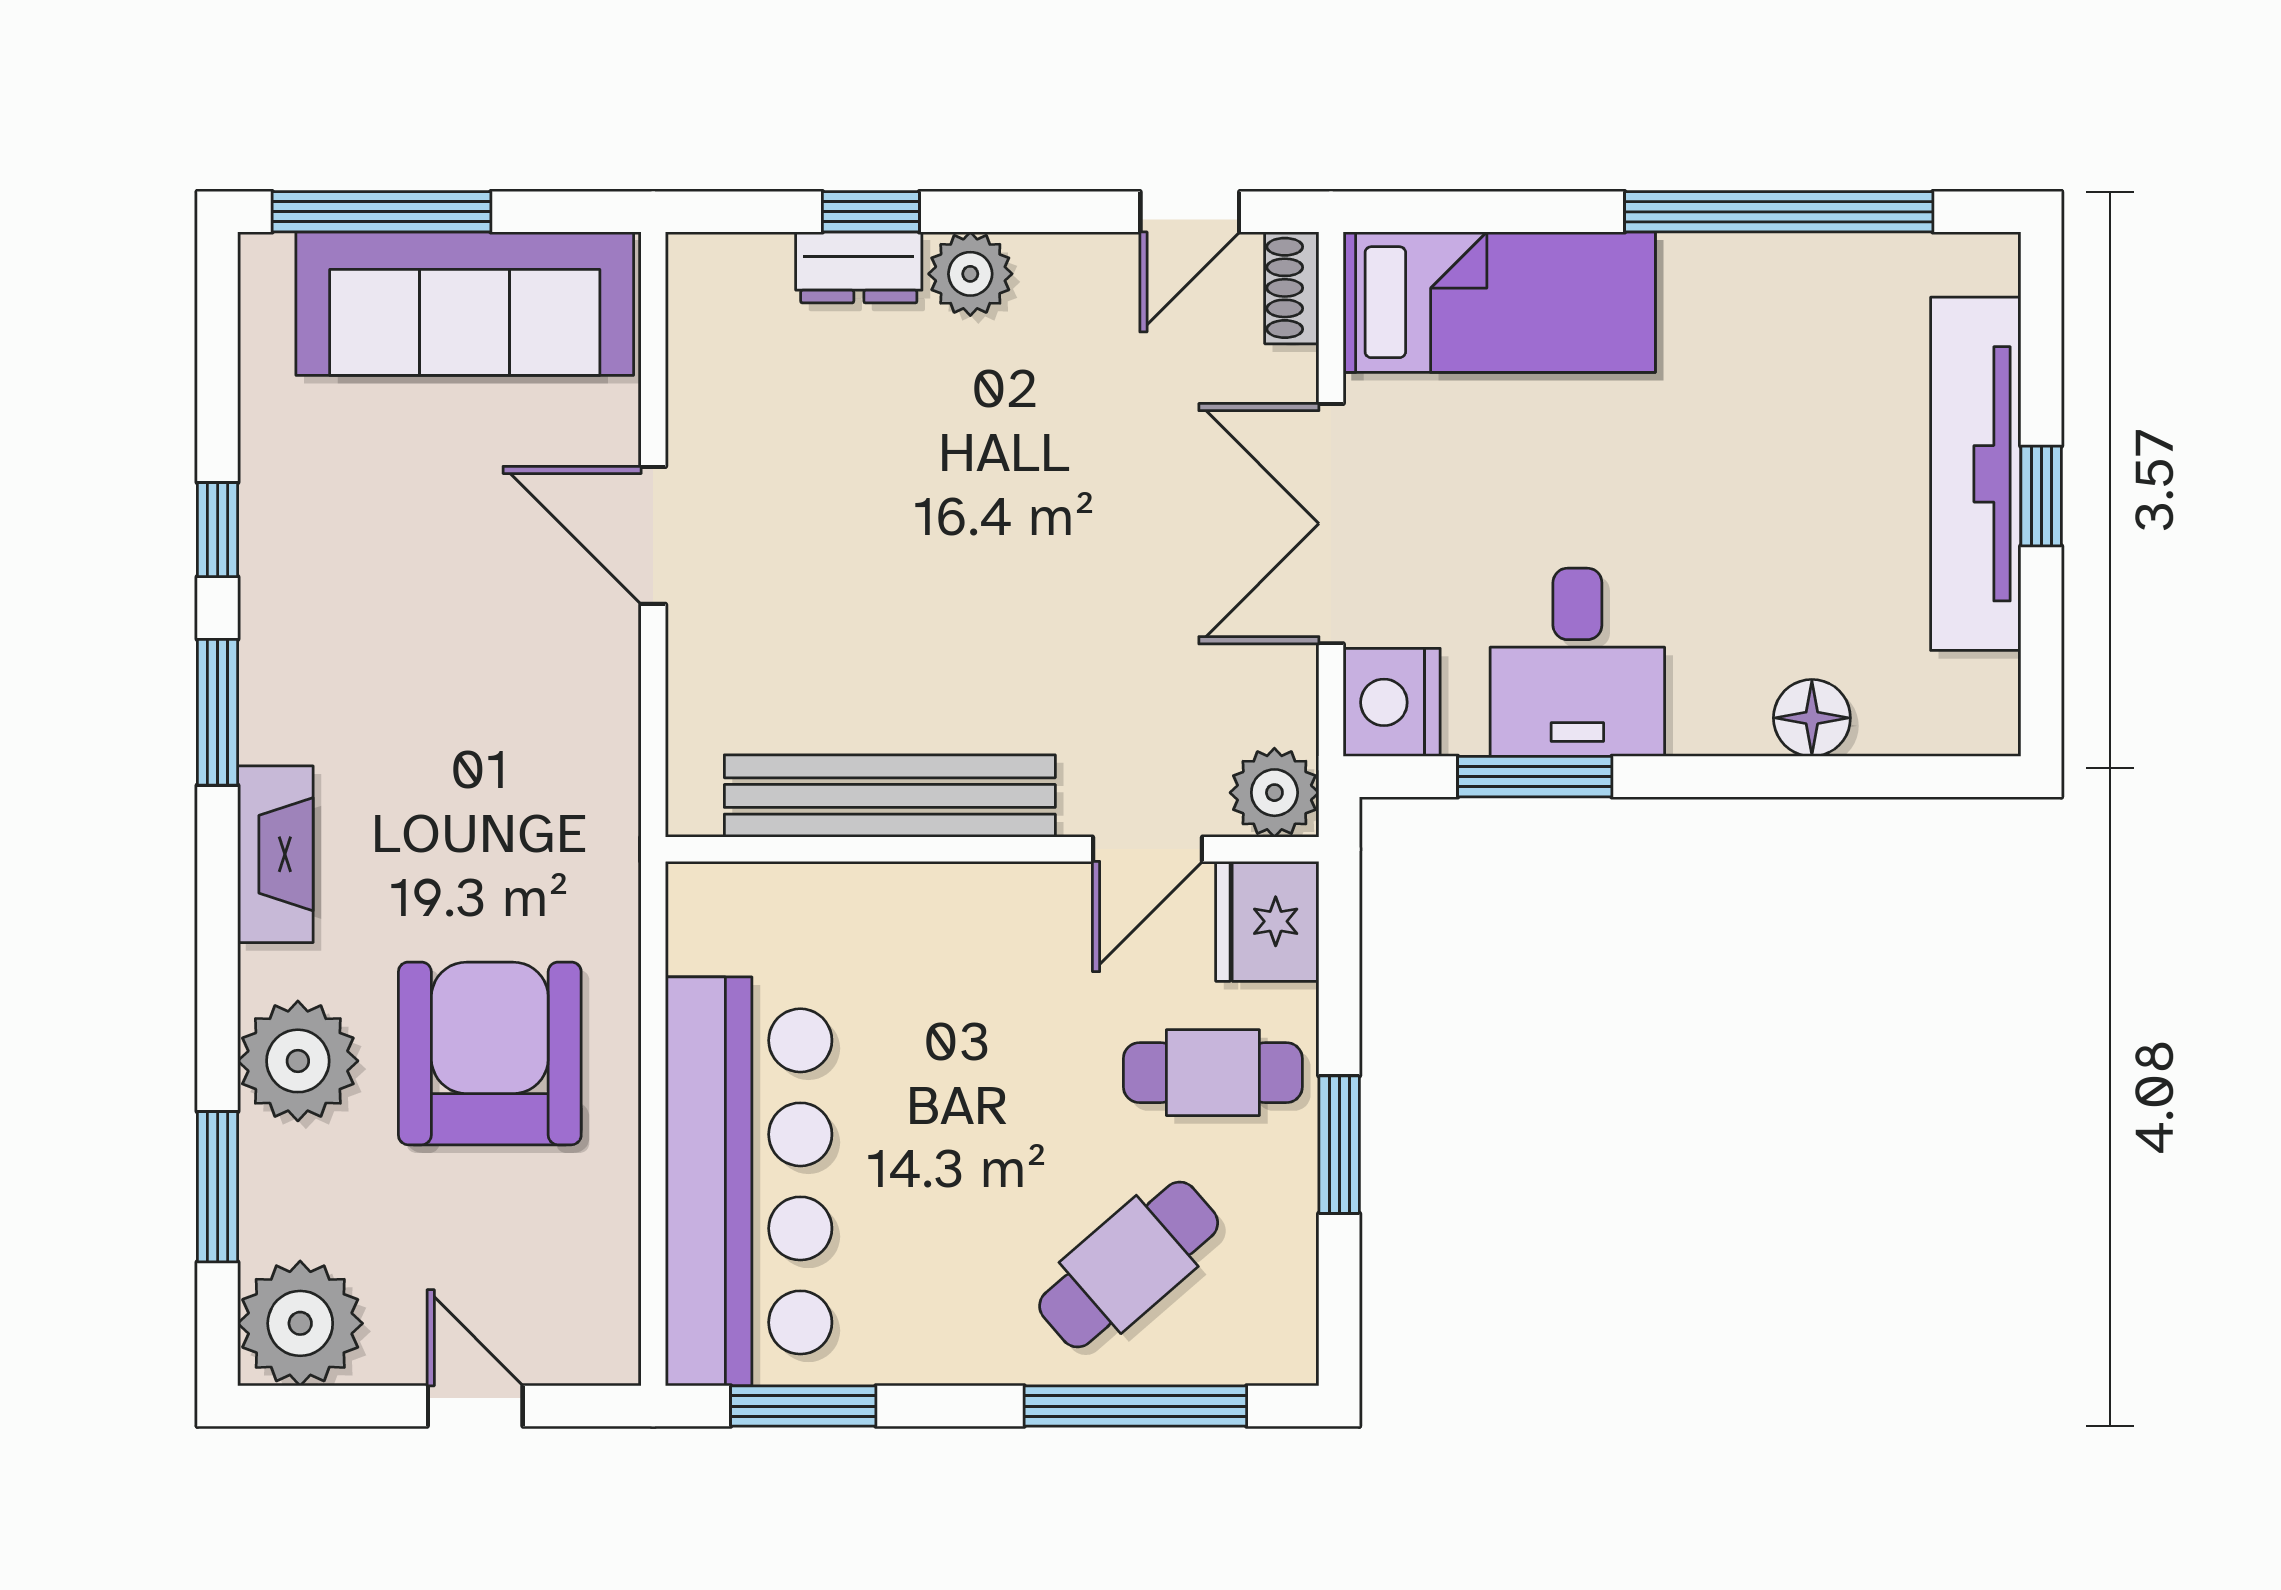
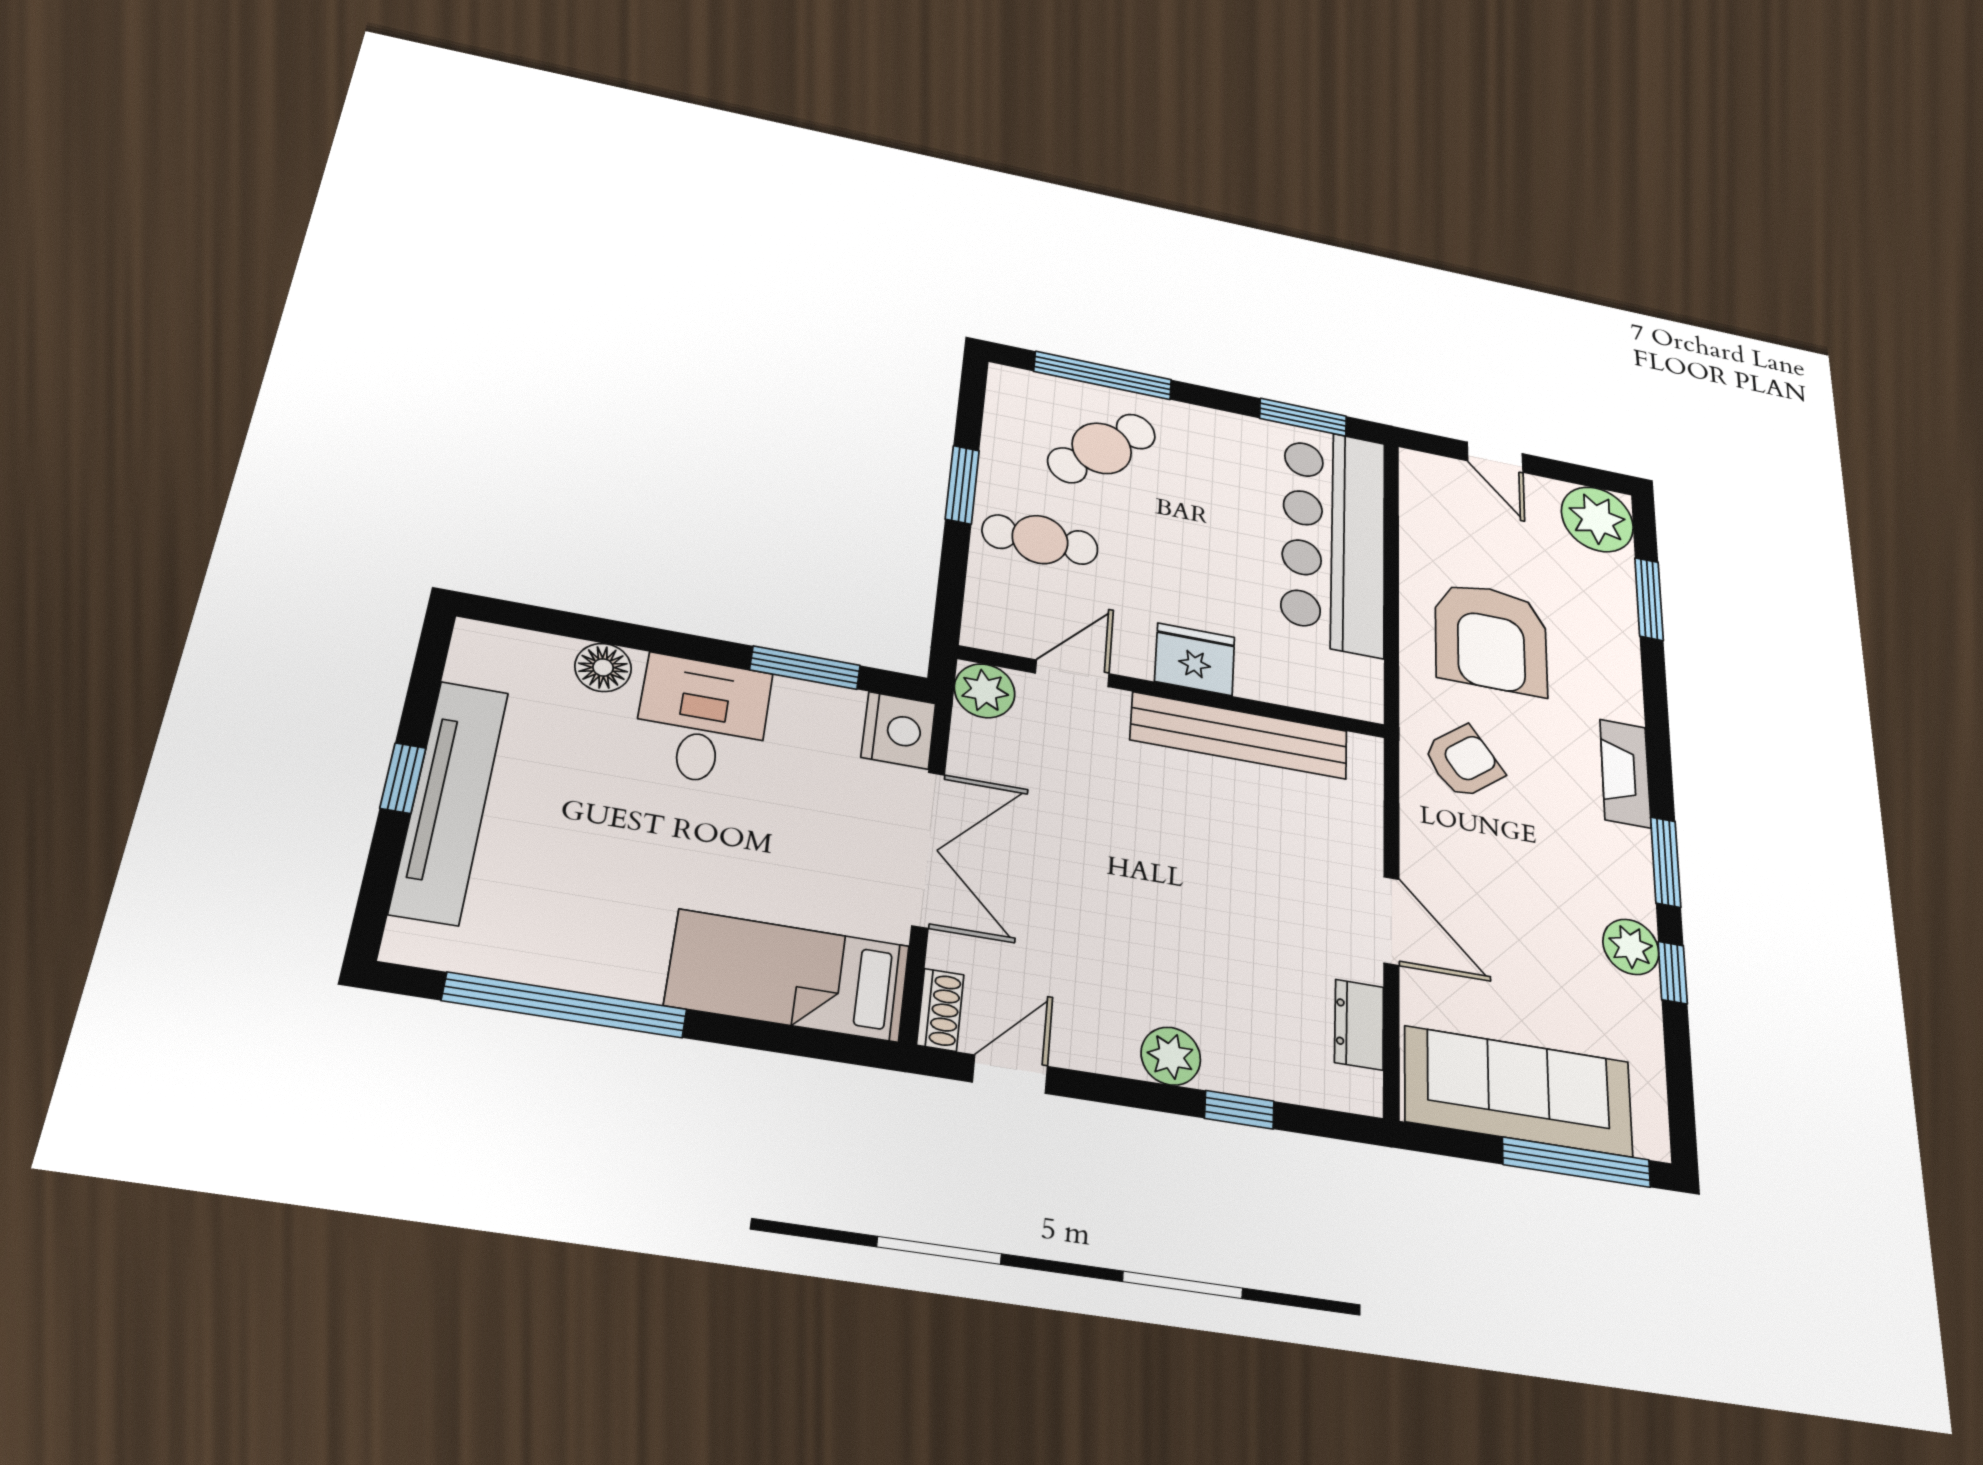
dresser: (859, 267) -> (1359, 1025), moved, turned -90
desk: (1577, 662) -> (702, 720), moved
armchair: (539, 822) -> (1463, 762), added
fridge: (1267, 921) -> (1195, 659), moved, turned -90
plant: (298, 1061) -> (1631, 947), moved, width x0.73, depth x0.73

